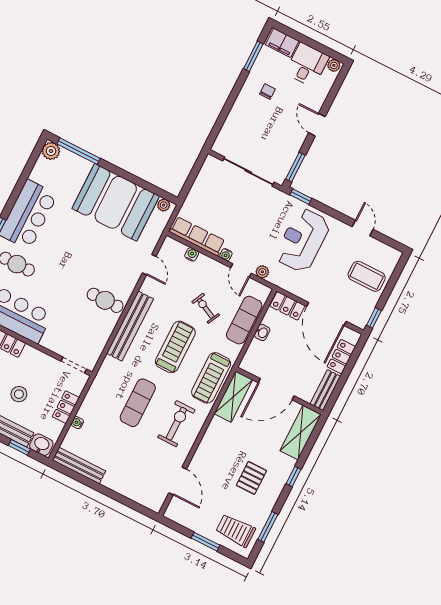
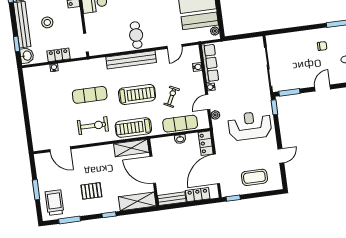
coffee table: (367, 276) -> (254, 177), turned 90
bench: (79, 466) -> (30, 86), removed
door: (178, 481) -> (60, 149), hinge flipped

